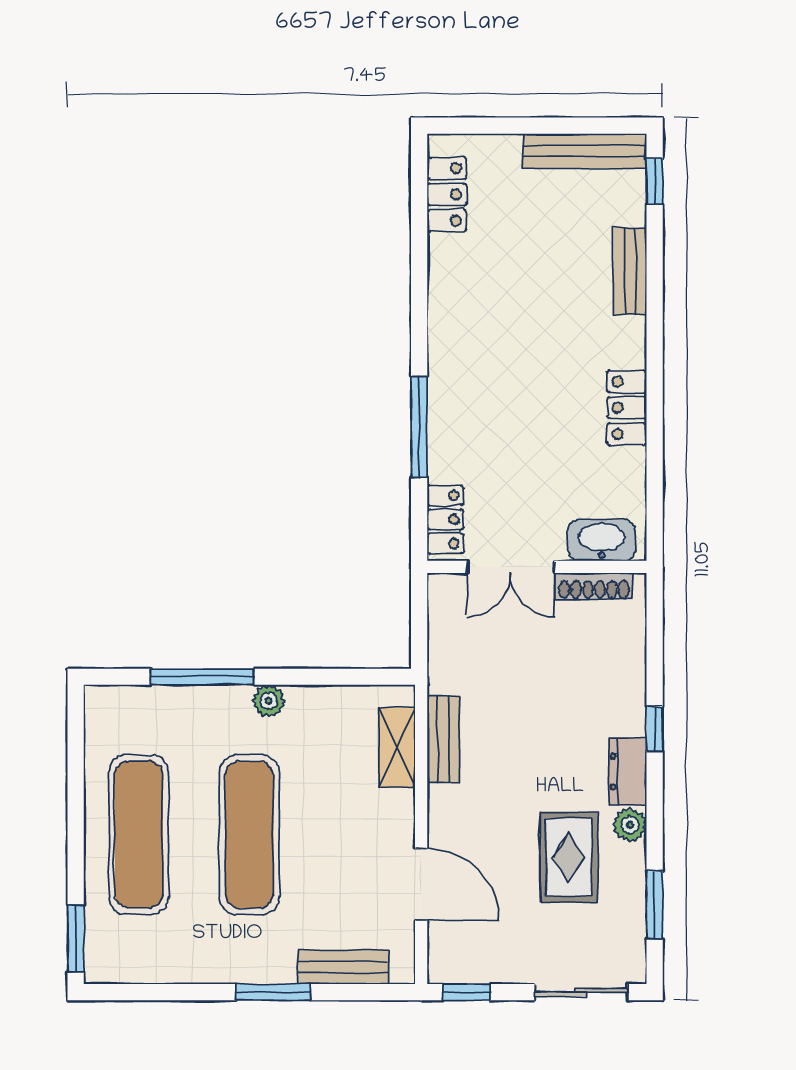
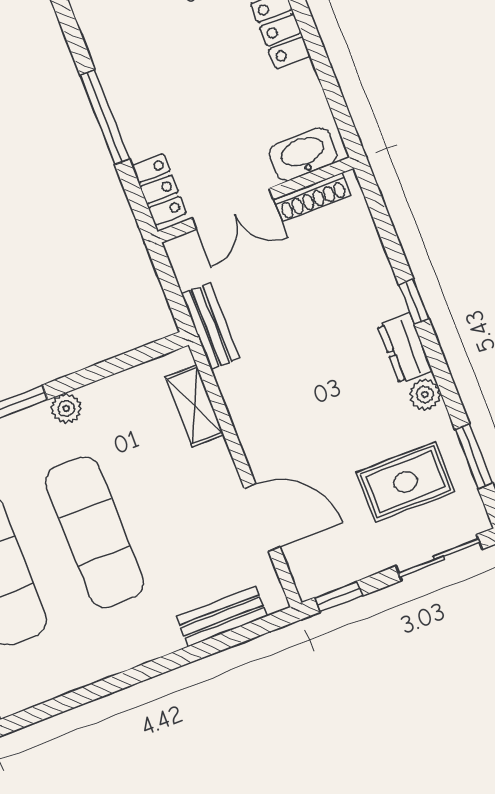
bench: (444, 739) -> (210, 326), moved
rug: (569, 857) -> (406, 482), moved, turned 90
window: (273, 992) -> (169, 662), removed

